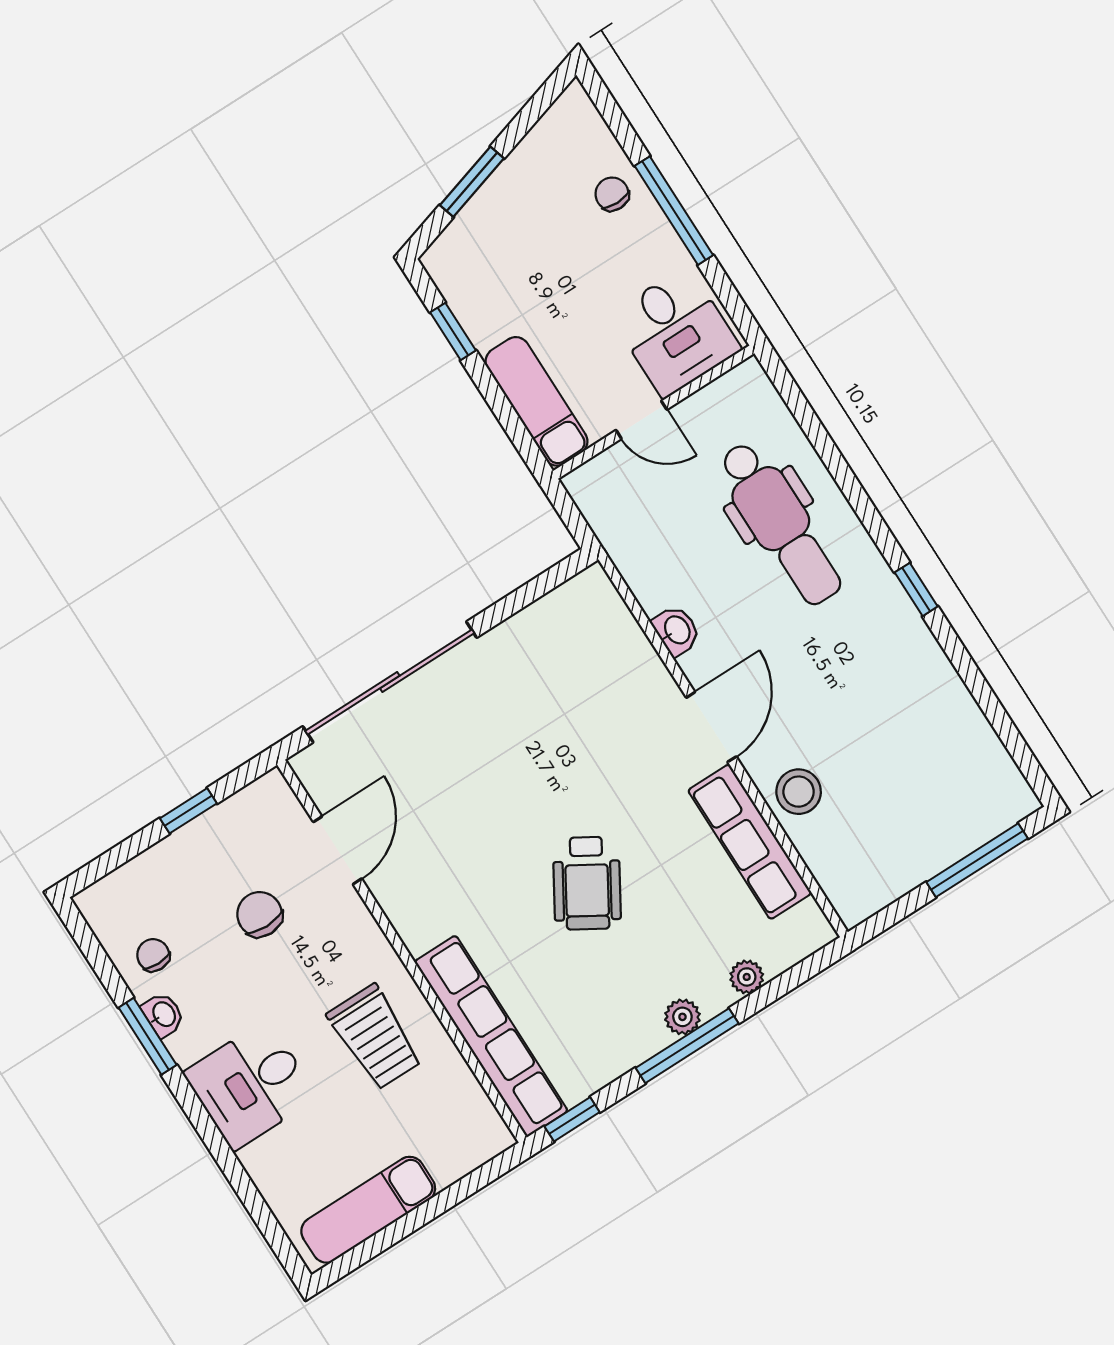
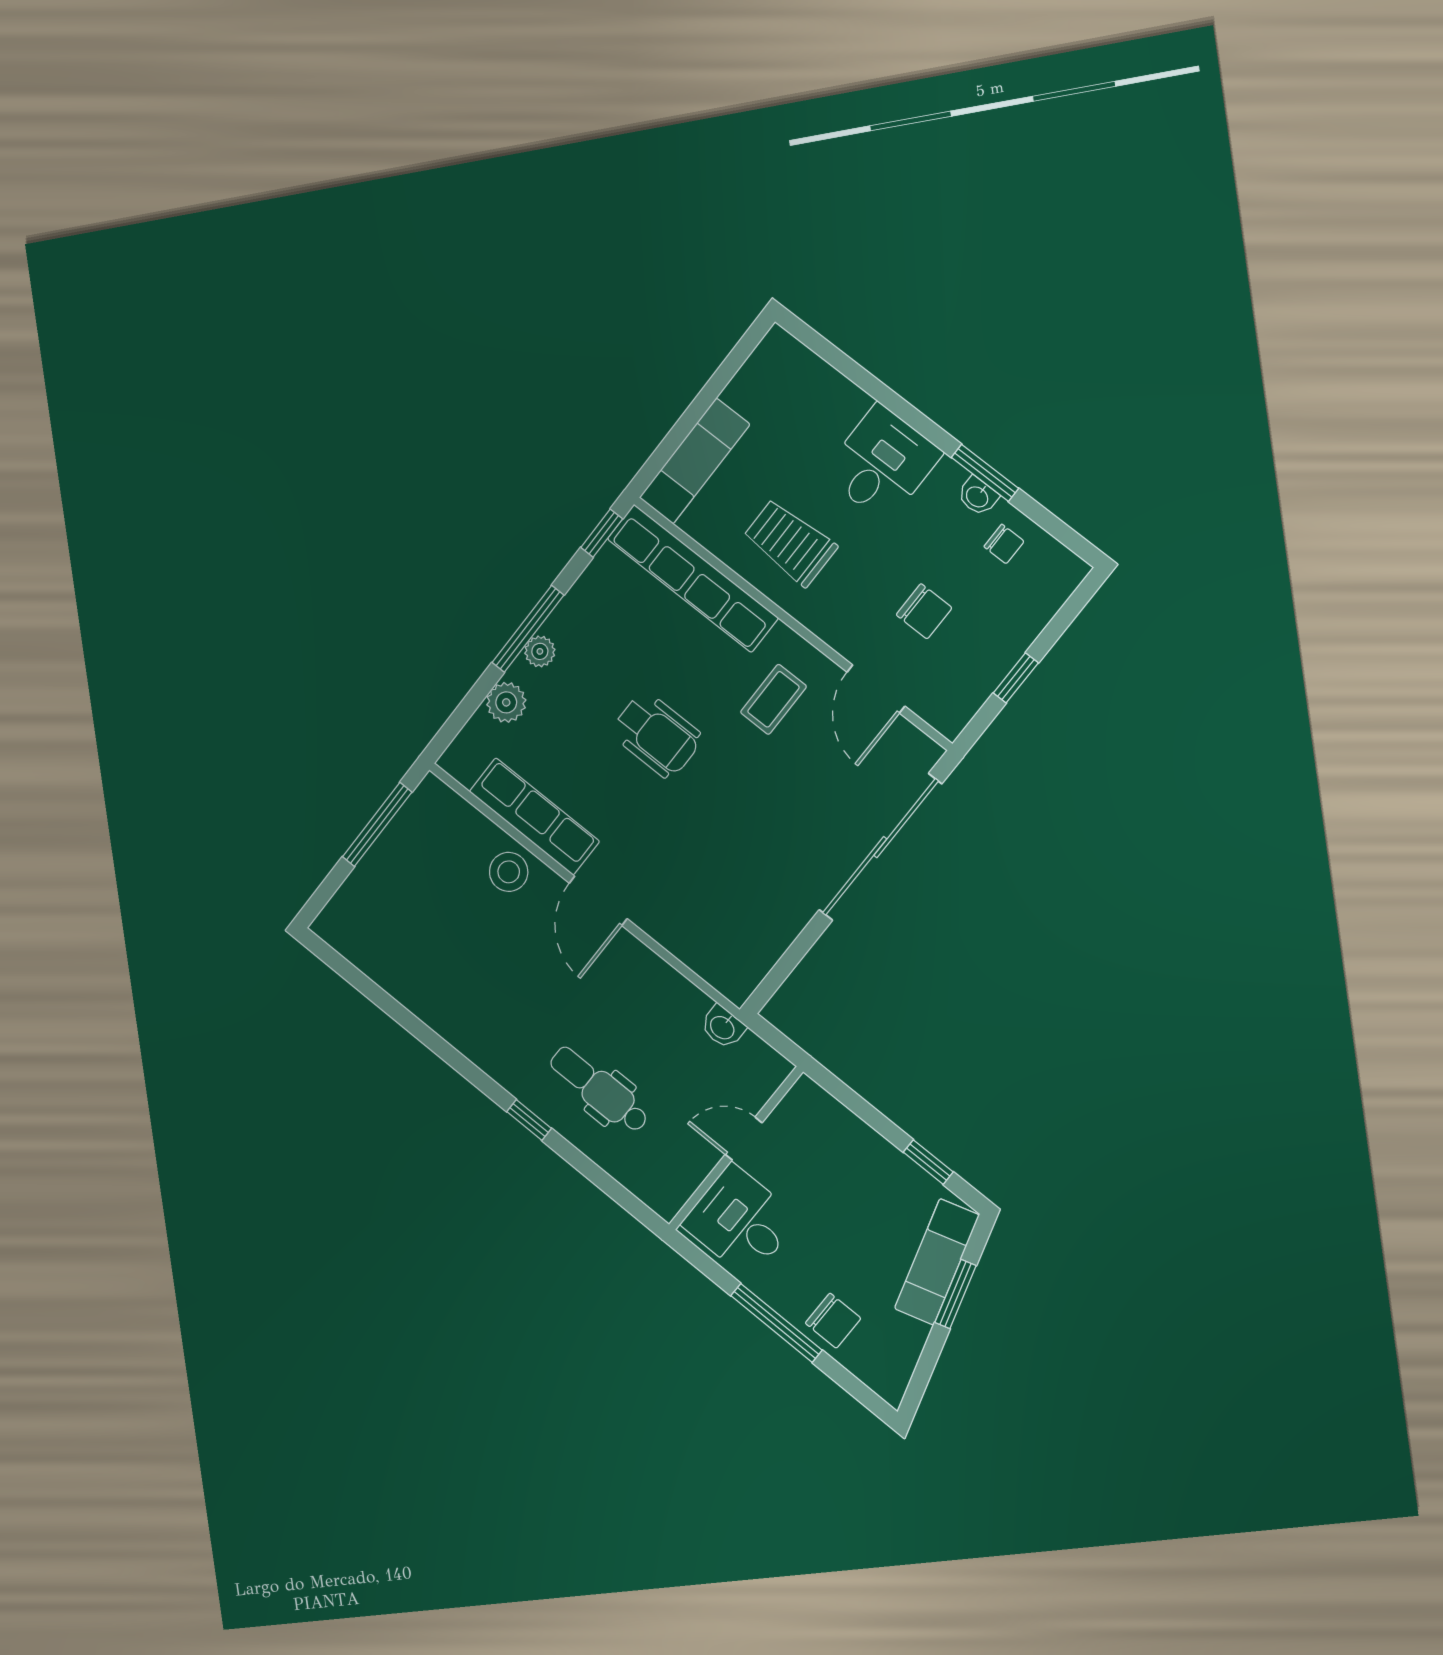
chair: (612, 194) -> (833, 1321), width x1.37, depth x1.37
exam couch: (536, 401) -> (937, 1262), moved, turned 73
dental chair: (780, 523) -> (599, 1090), width x0.73, depth x0.72
window: (916, 589) -> (529, 1120), moved
washbasin: (676, 630) -> (723, 1027), moved
window: (977, 860) -> (377, 825), moved
coffee table: (449, 877) -> (773, 699), added
wheelchair: (587, 883) -> (657, 735), turned 149
plant: (747, 977) -> (506, 702), width x1.38, depth x1.38
exam couch: (368, 1210) -> (694, 461), moved

